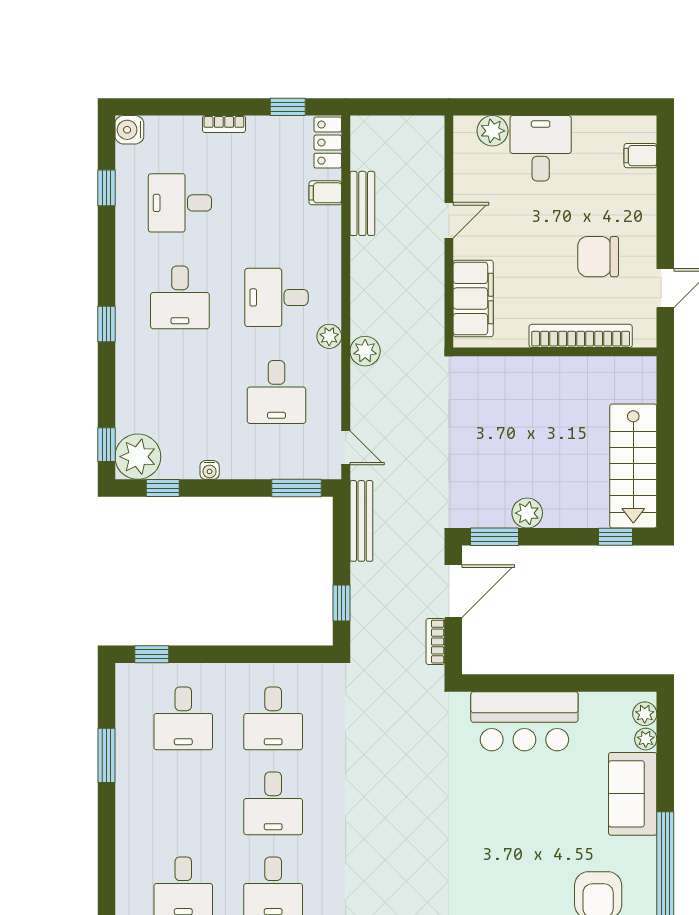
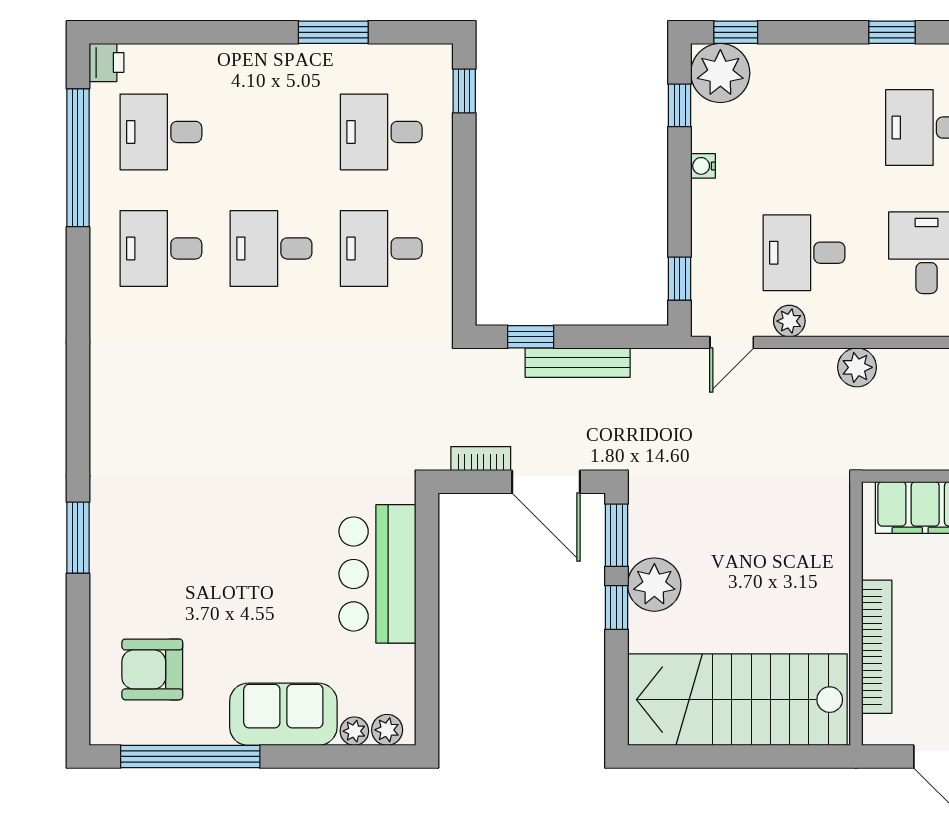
plant: (329, 336) -> (789, 321), moved
stairs: (633, 466) -> (737, 700), width x1.36, depth x1.51
window: (296, 488) -> (680, 279), width x0.67
plant: (527, 513) -> (654, 585), width x1.36, depth x1.36
bench: (361, 521) -> (578, 363), moved
window: (616, 537) -> (616, 608), moved

